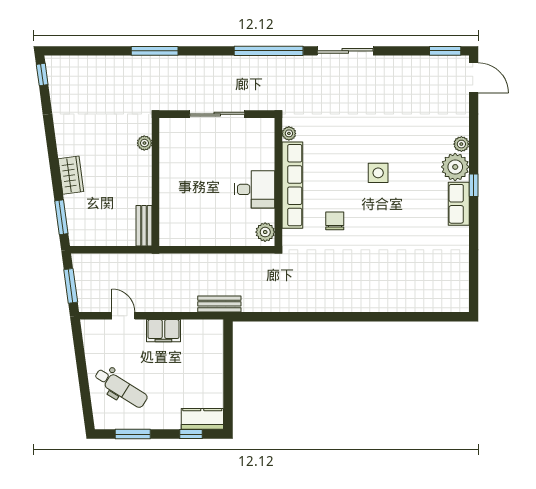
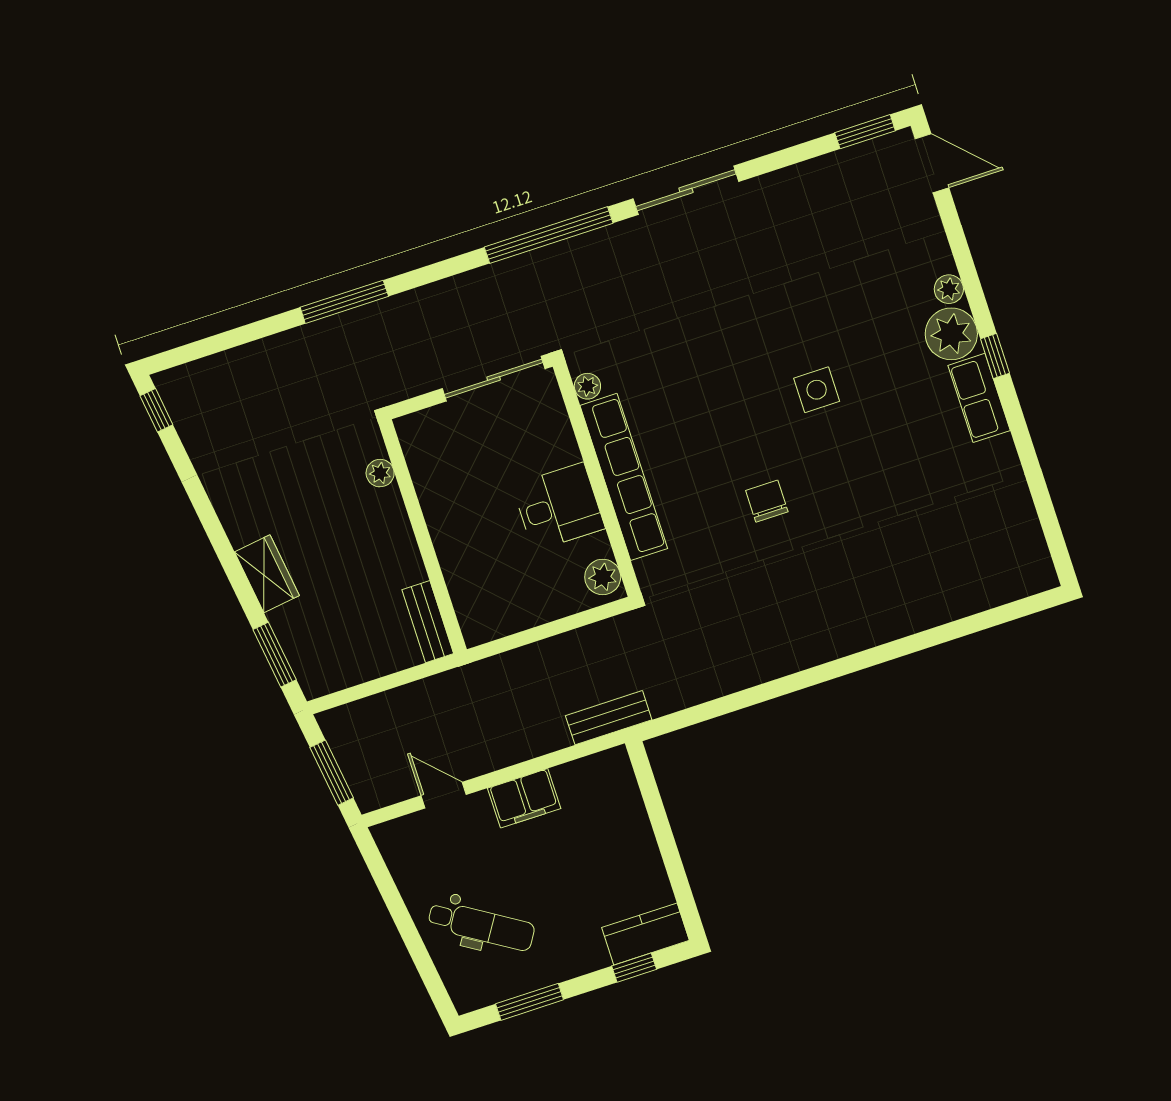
plant: (289, 133) -> (587, 386), moved
wall: (278, 182) -> (597, 479), moved
row of seats: (292, 185) -> (624, 477), moved
desk: (255, 189) -> (559, 507), moved
plant: (265, 232) -> (603, 577), moved

